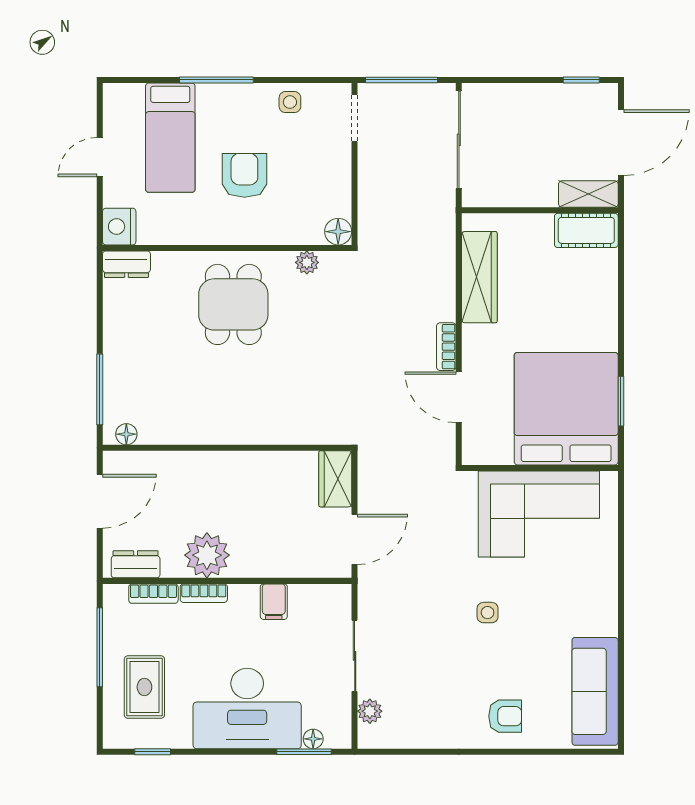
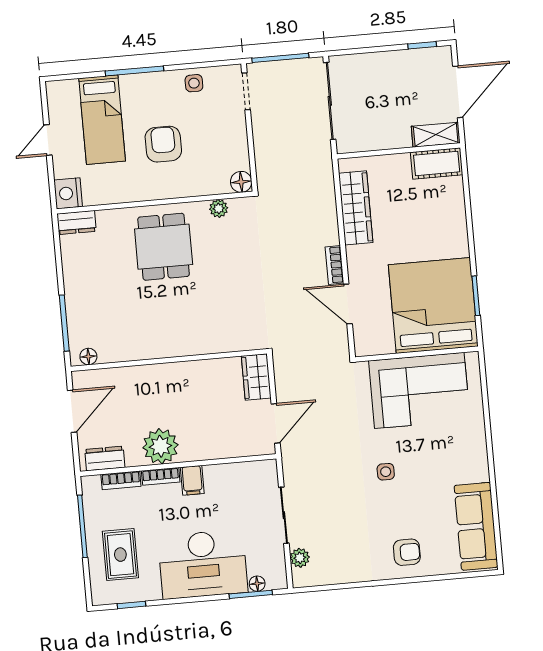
filing cabinet: (274, 602) -> (192, 480), moved

